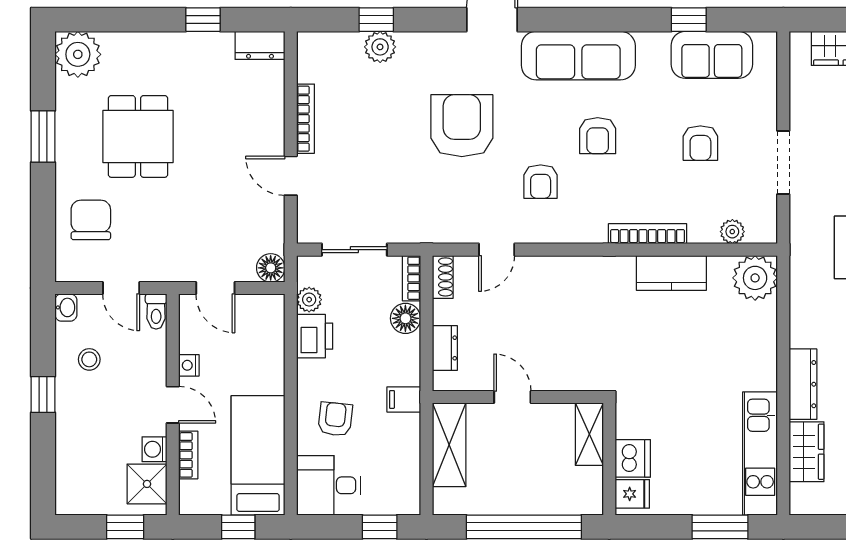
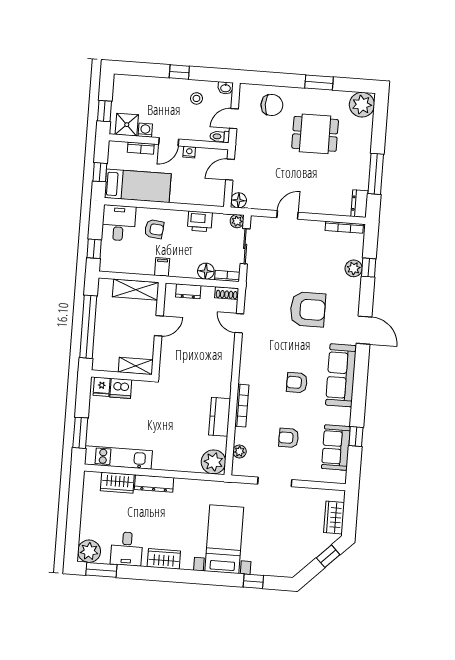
window: (203, 20) -> (376, 174), width x2.17
bookcase: (306, 119) -> (344, 227), moved
armchair: (541, 182) -> (274, 350), removed
plant: (309, 300) -> (237, 221), moved

